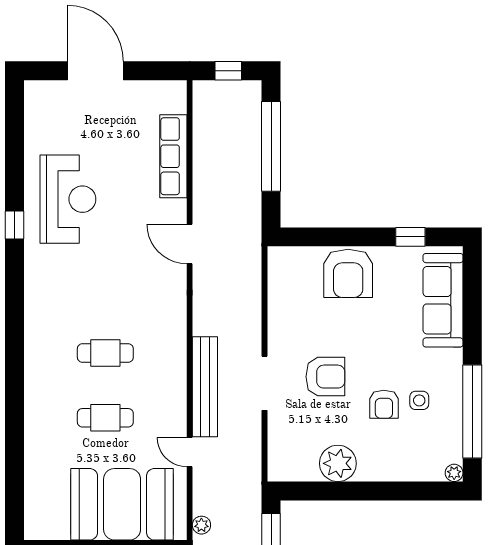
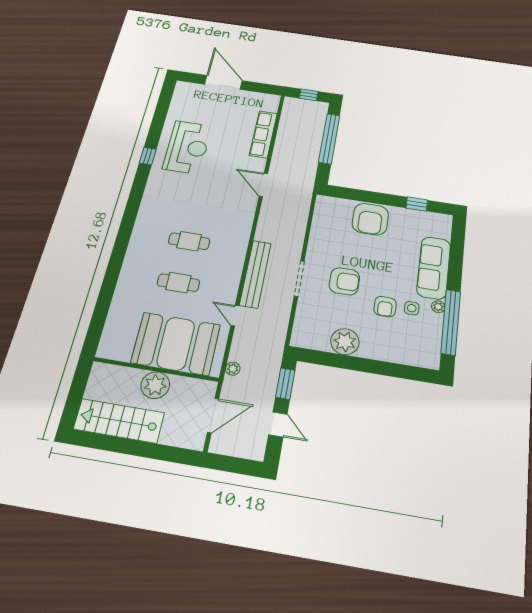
sofa: (443, 300) -> (434, 268), moved
plant: (454, 473) -> (438, 307), moved

